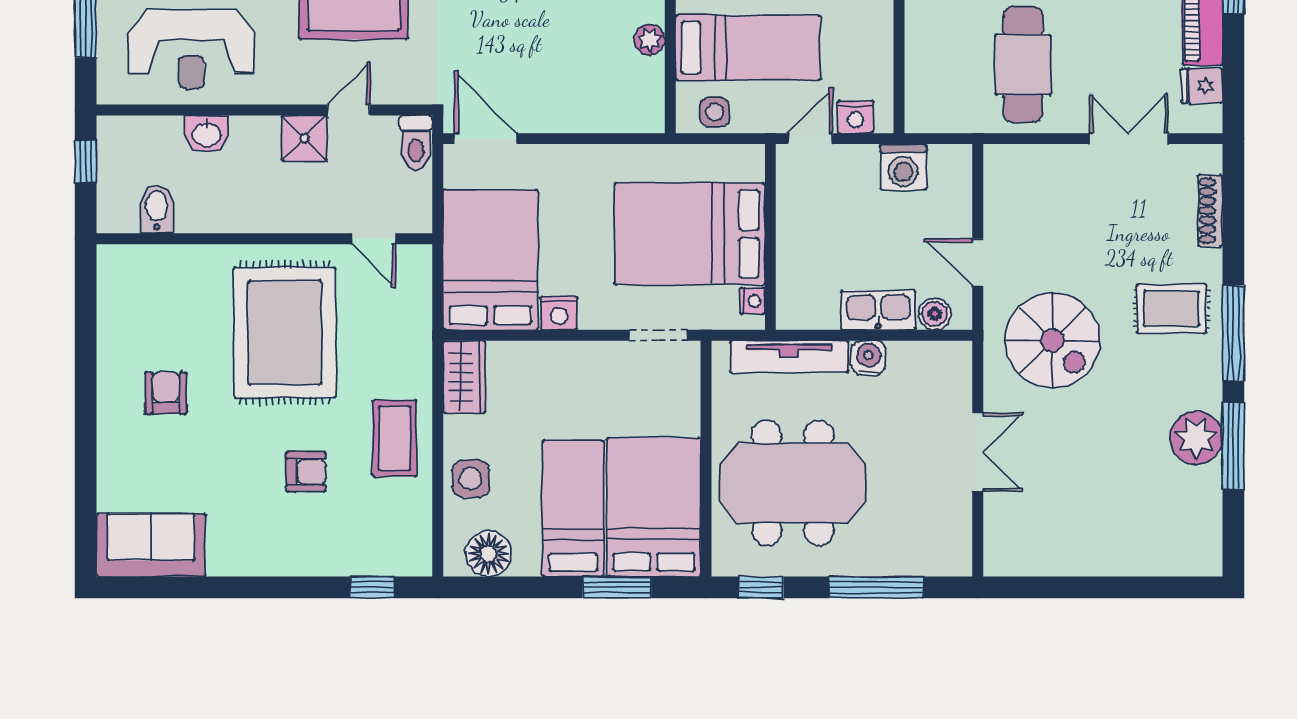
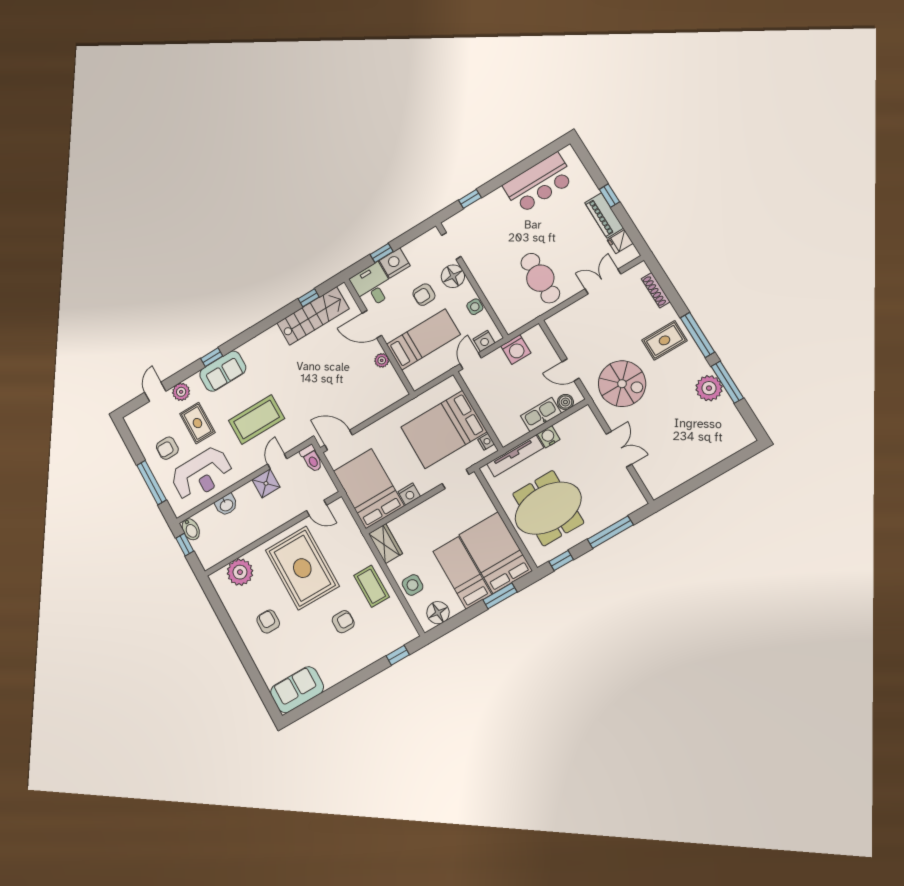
side table: (715, 112) -> (475, 307), moved
bidet: (157, 209) -> (191, 529), moved, turned 180
plant: (163, 273) -> (240, 572), added

